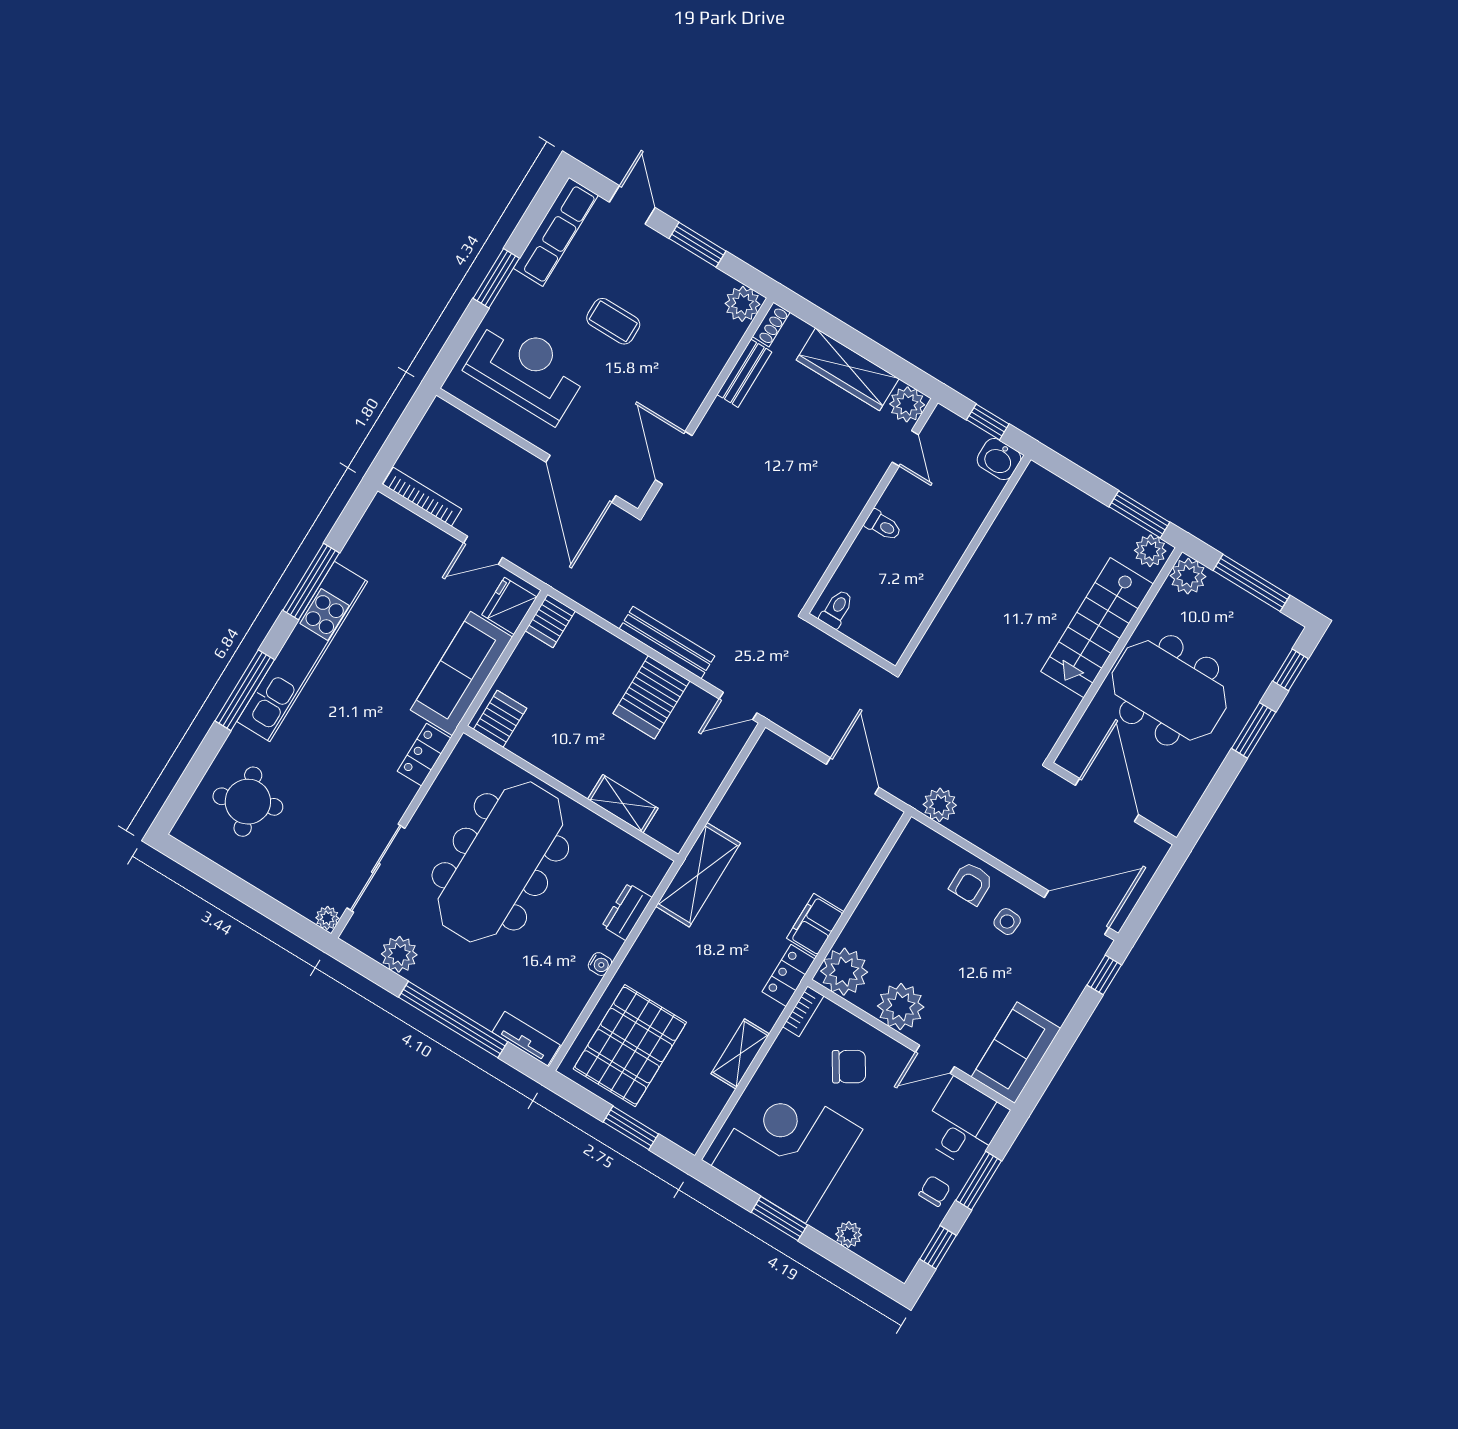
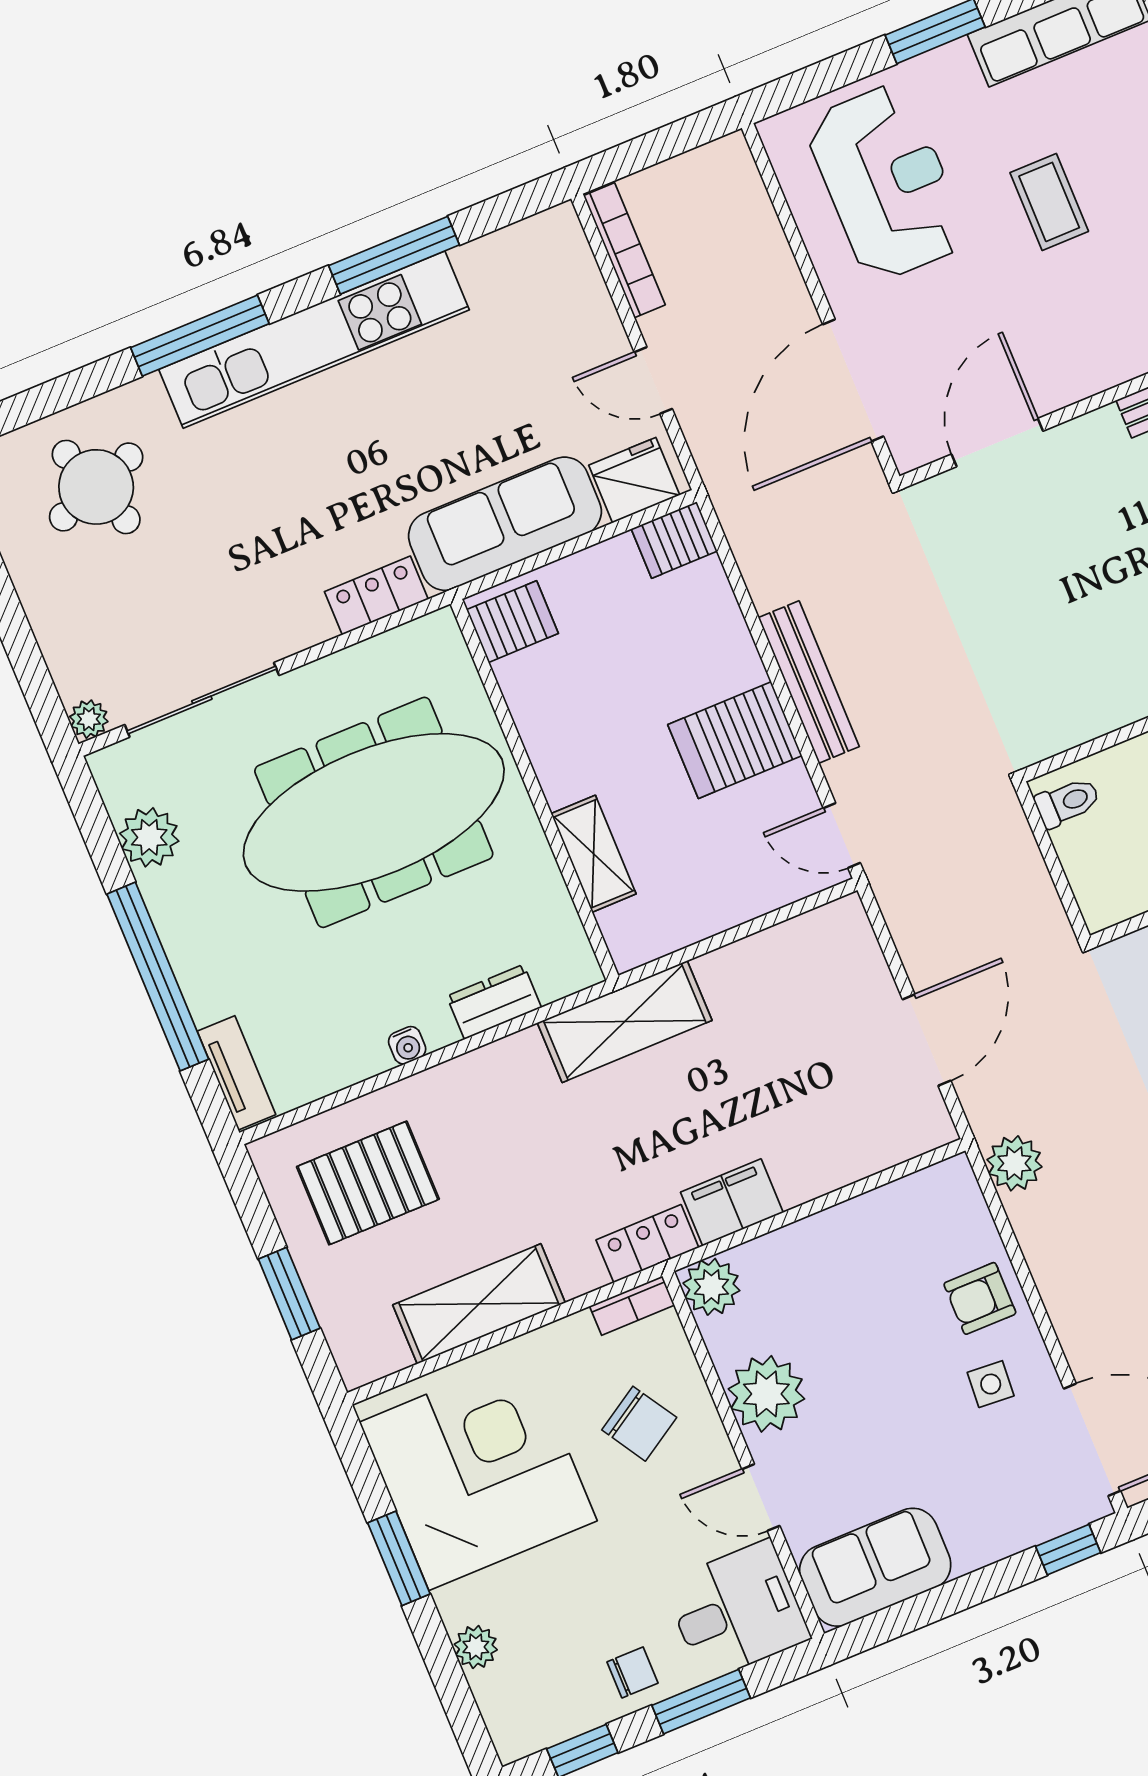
plant: (844, 972) -> (711, 1287), width x0.73, depth x0.73
pallet: (630, 1046) -> (368, 1183), width x0.73, depth x0.71
shelving: (740, 1054) -> (479, 1304), width x1.50, depth x1.33

